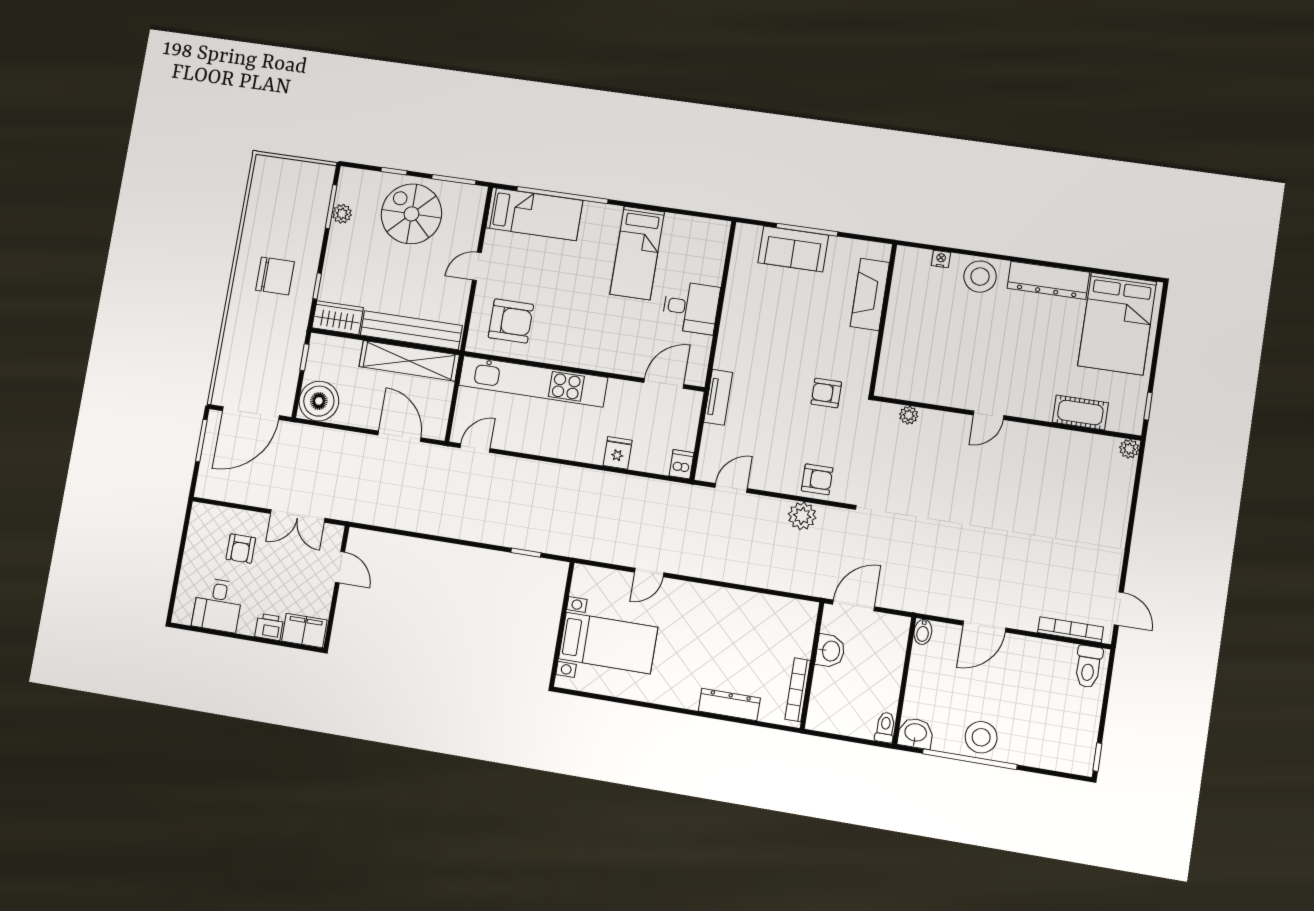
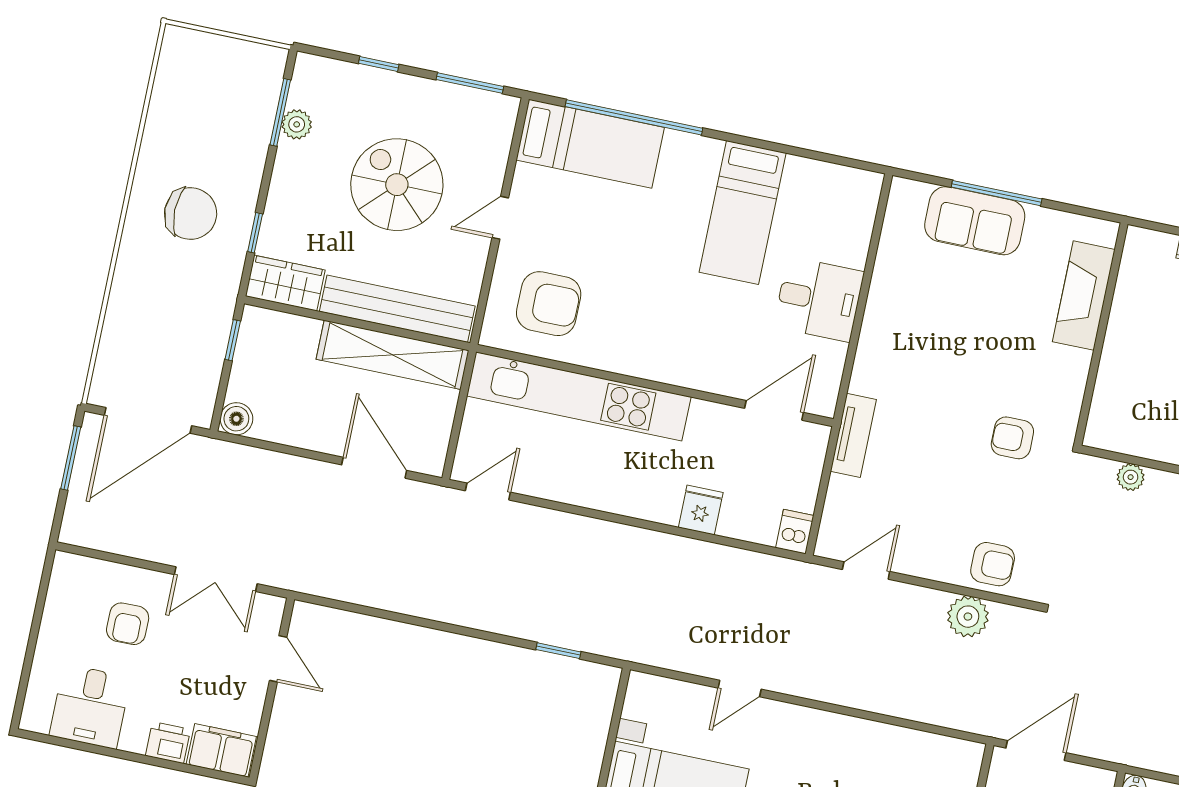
spiral stairs: (411, 214) -> (397, 185), moved
boiler: (319, 401) -> (236, 419), width x0.54, depth x0.54

